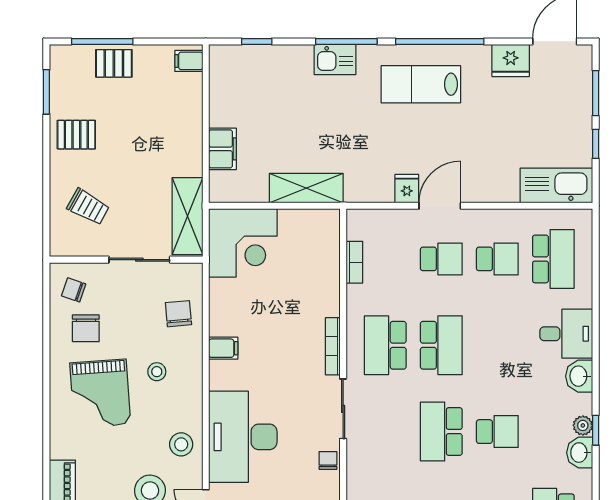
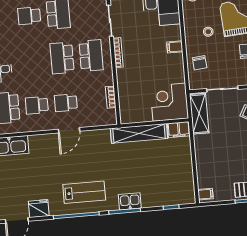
filing cabinet: (223, 149) -> (179, 130), moved, turned -90
shelving: (306, 188) -> (139, 133), width x1.47
fridge: (407, 189) -> (87, 138), removed

